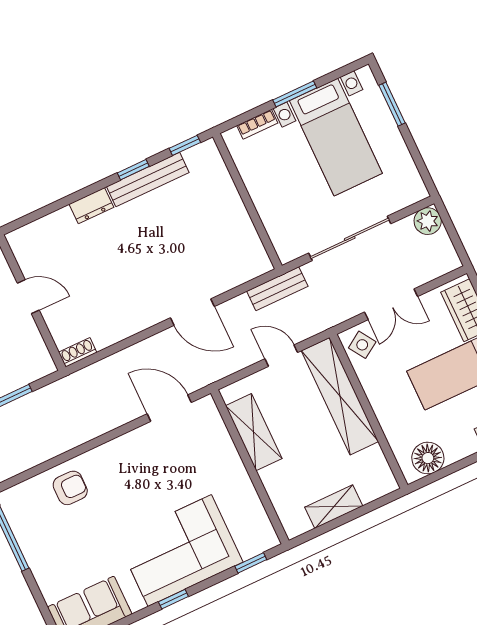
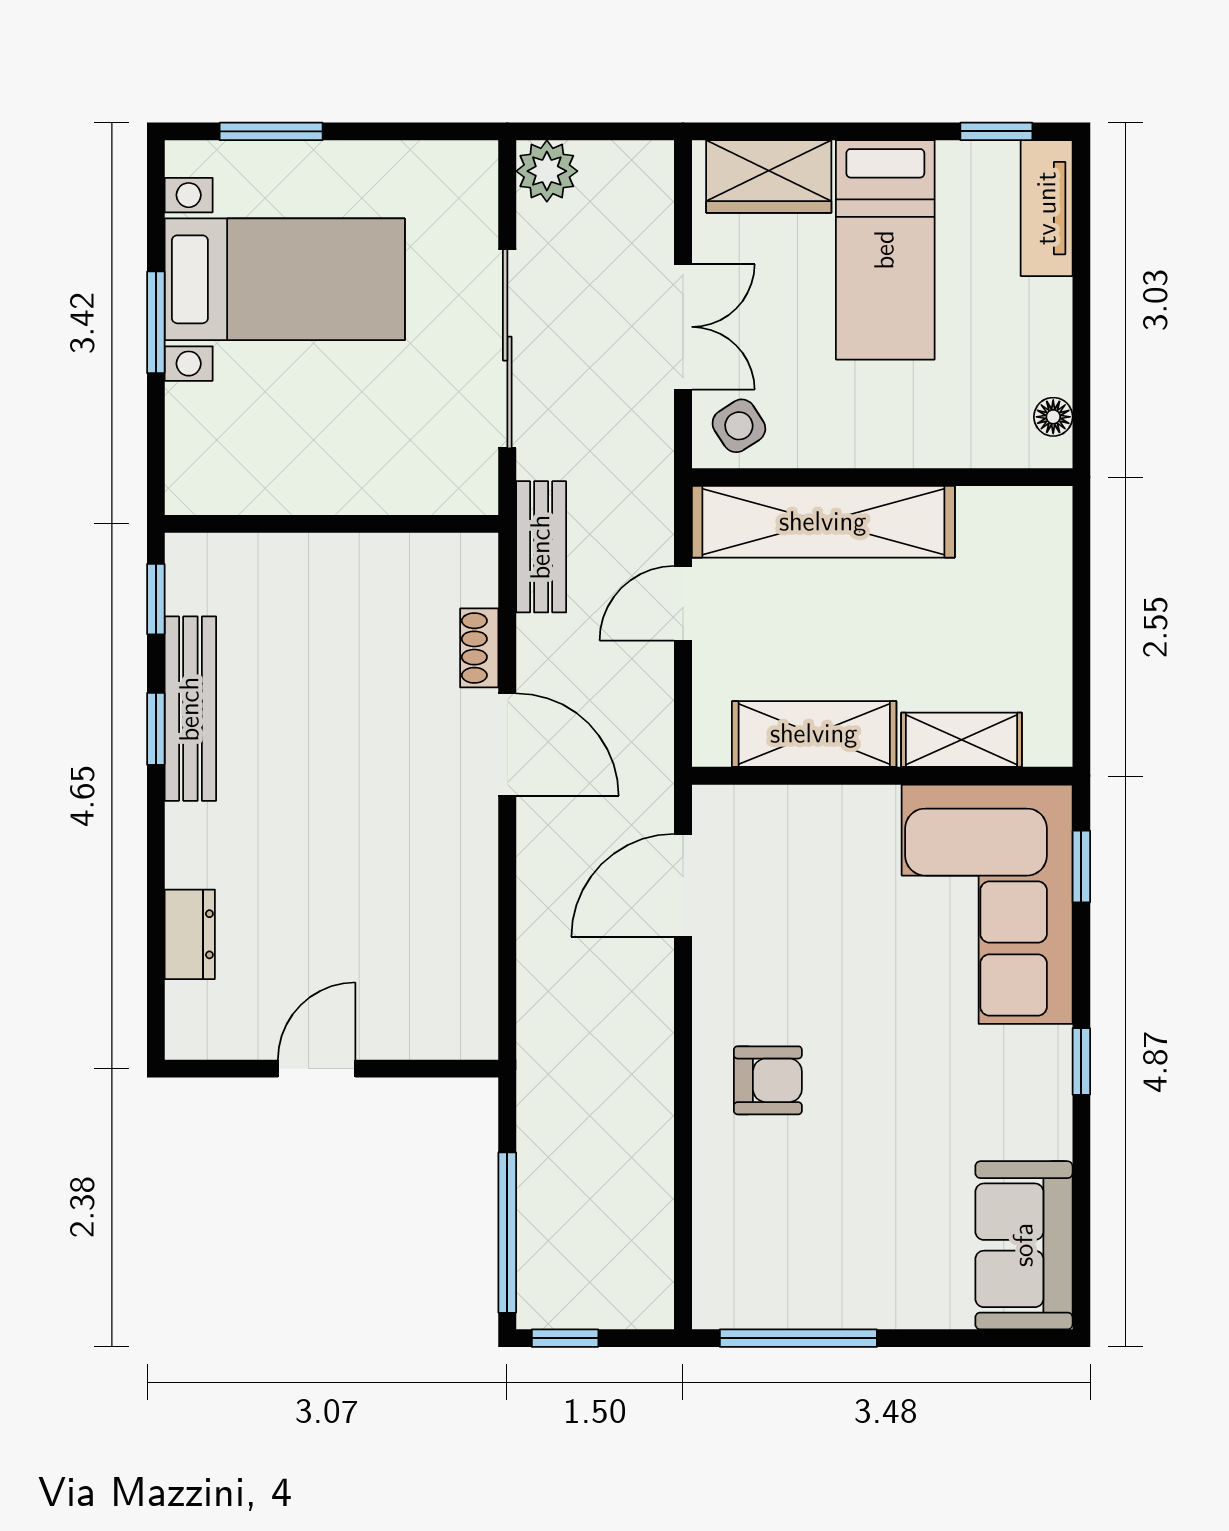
bookcase: (257, 124) -> (182, 429), removed
dresser: (91, 206) -> (190, 934), moved
door: (192, 312) -> (507, 745), hinge flipped
shoe rack: (78, 352) -> (479, 648), moved
floor lamp: (428, 458) -> (1053, 417), width x0.53, depth x0.53
armchair: (70, 488) -> (768, 1080), moved, turned 90
shelving: (334, 507) -> (962, 740), moved, turned 90
corner sofa: (180, 551) -> (987, 904), moved

